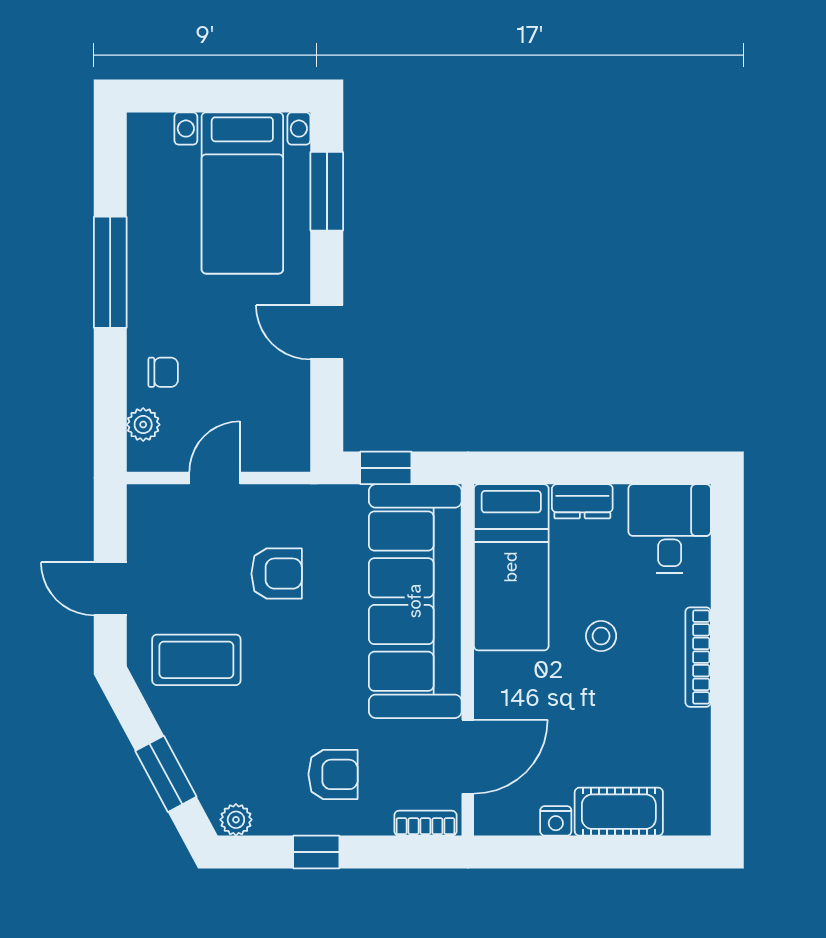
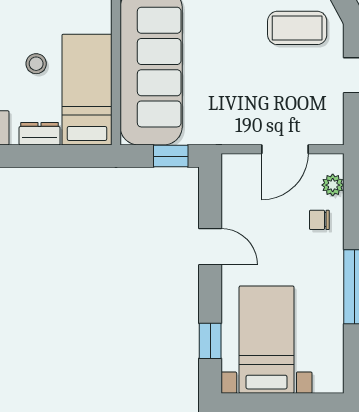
window: (327, 191) -> (210, 341), width x0.67
door: (215, 478) -> (285, 149), width x1.38
armchair: (277, 574) -> (244, 86), removed
stool: (601, 636) -> (36, 64), moved

